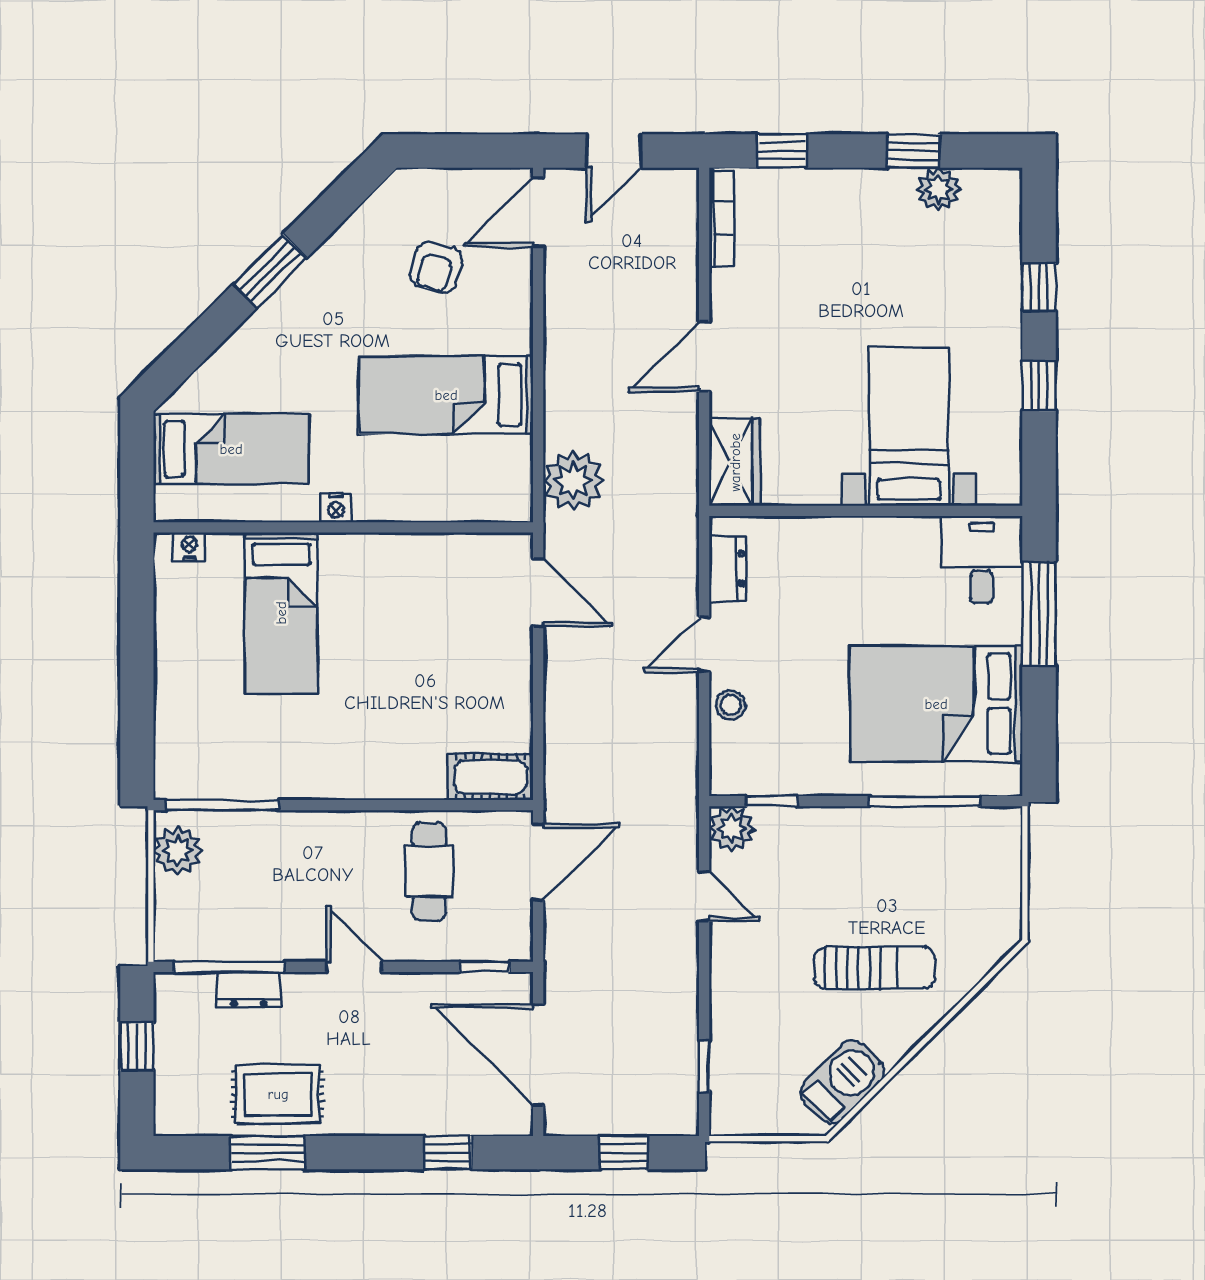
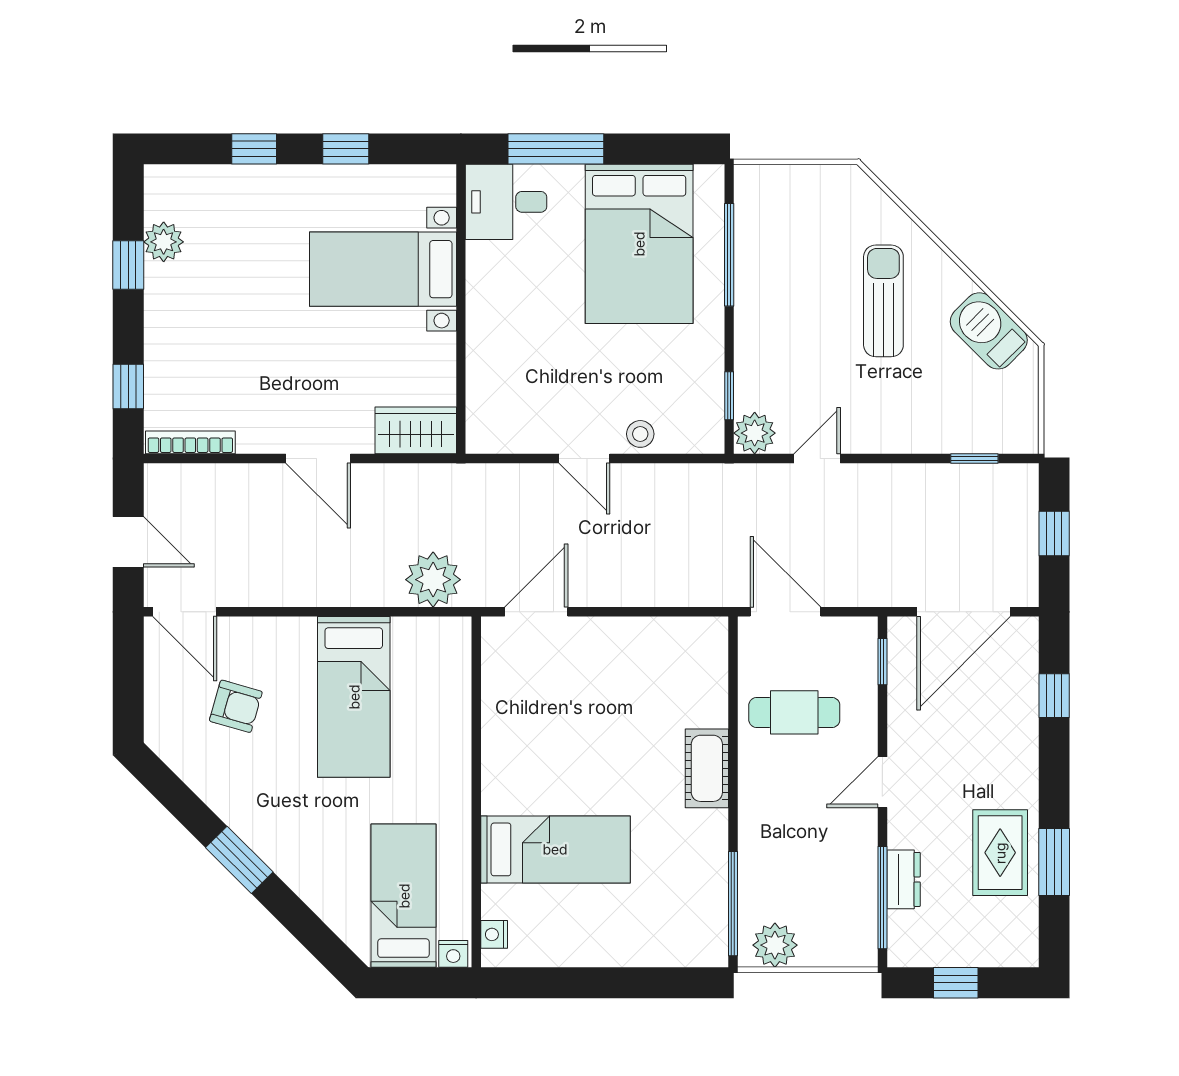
nightstand: (336, 508) -> (453, 954), moved, turned 90
dresser: (727, 569) -> (514, 437), removed
cot: (490, 777) -> (707, 768), moved

